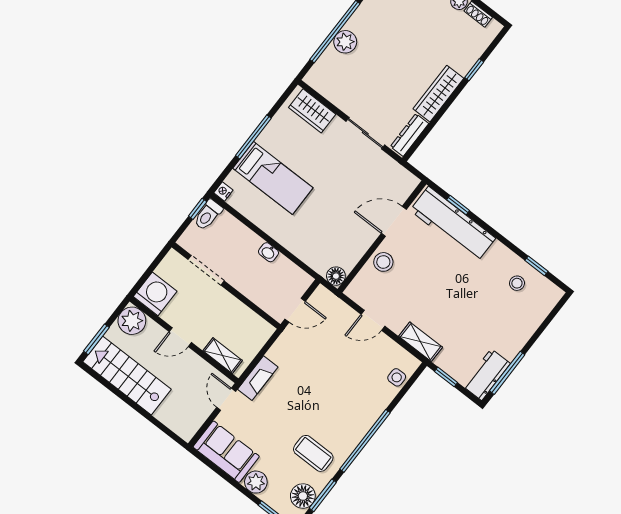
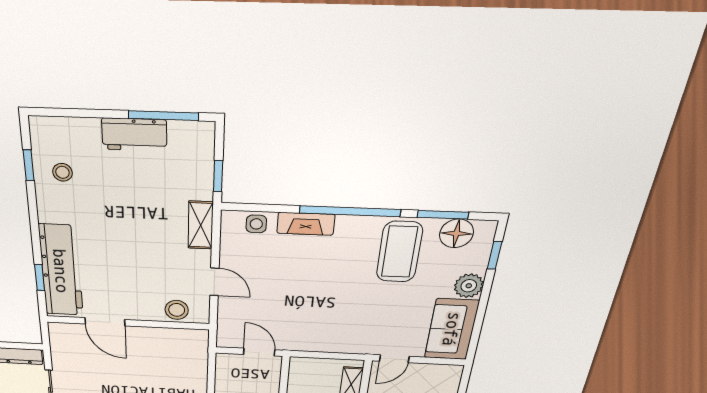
stool: (383, 262) -> (177, 310), moved
floor lamp: (336, 276) -> (198, 338), removed
workbench: (487, 375) -> (134, 135), moved
fireplace: (258, 378) -> (306, 224), moved, turned 180
coffee table: (313, 453) -> (399, 252), width x1.36, depth x1.32

